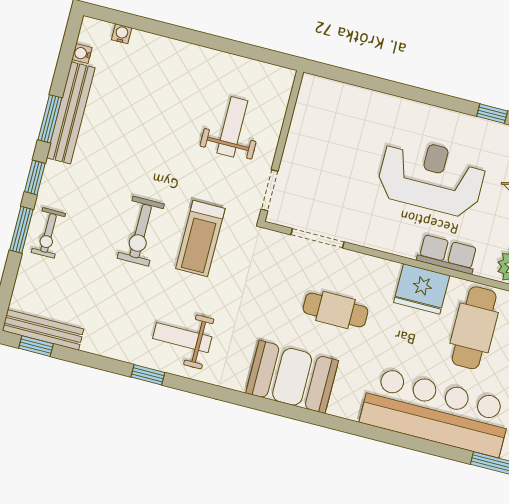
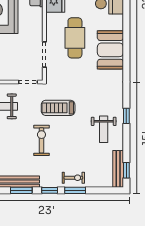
exercise bike: (141, 231) -> (41, 140), moved, turned -90
treadmill: (200, 238) -> (58, 108), turned 180
cafe table: (335, 310) -> (75, 38), width x1.37, depth x1.35
weight bench: (182, 338) -> (104, 129), moved

